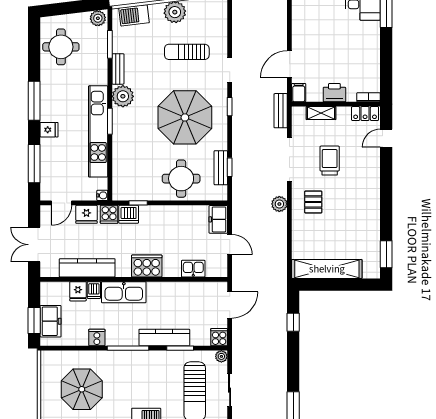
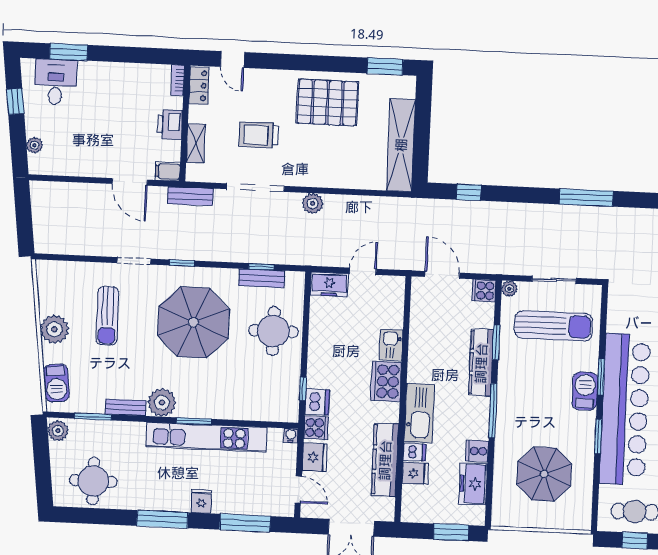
pallet: (313, 202) -> (327, 103), moved, width x2.05, depth x2.00
kitchen sink: (193, 269) -> (391, 345), moved
freezer: (51, 321) -> (473, 484), moved, turned -90

